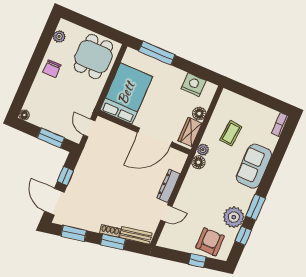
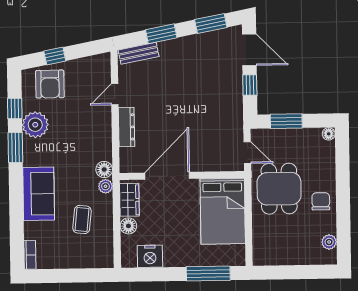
dining table: (94, 57) -> (279, 189), moved
shoe rack: (110, 231) -> (170, 45), removed

